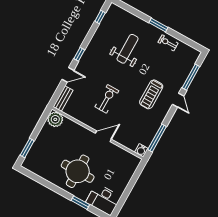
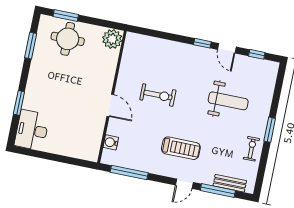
door: (68, 75) -> (227, 48), moved
treadmill: (151, 94) -> (181, 148), turned 180
bench: (63, 99) -> (230, 183), moved
water cooler: (141, 150) -> (111, 142), moved
round table: (78, 171) -> (68, 39), moved, width x0.73, depth x0.73
window: (41, 181) -> (31, 46), added

